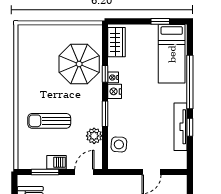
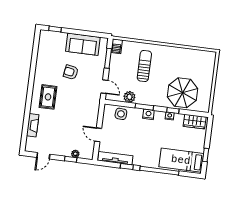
nightstand: (115, 91) -> (148, 114), moved
tv unit: (180, 127) -> (115, 158), moved
barbecue: (57, 162) -> (117, 46), moved

